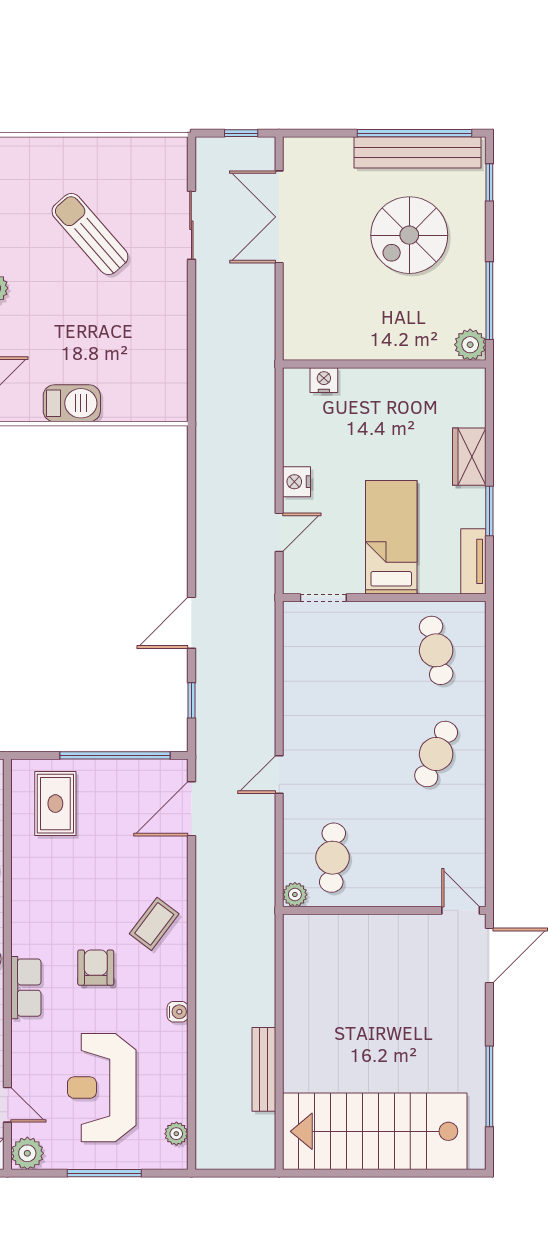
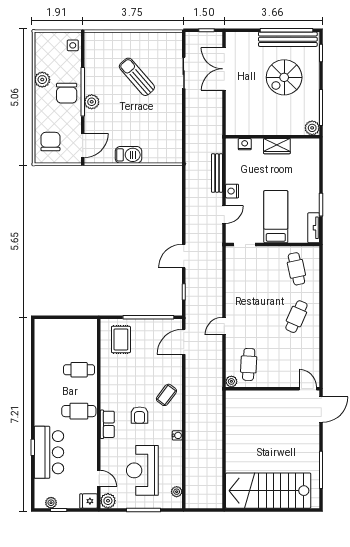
wardrobe: (469, 457) -> (277, 146), moved, turned -90
armchair: (96, 968) -> (140, 415), turned 180
bench: (264, 1069) -> (217, 173), moved

